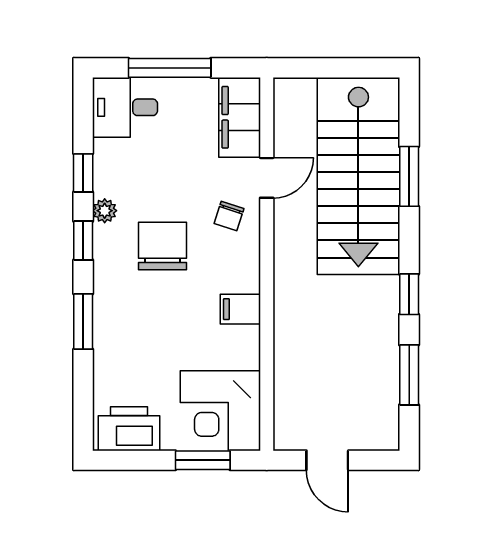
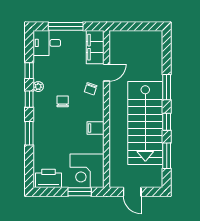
stairs: (358, 176) -> (145, 123), moved
window: (409, 176) -> (167, 87), moved
chair: (162, 246) -> (63, 101), width x0.54, depth x0.54

